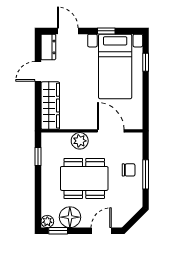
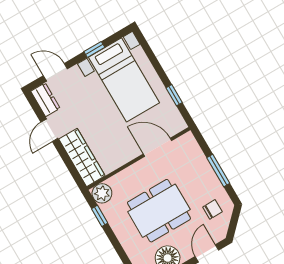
window: (146, 62) -> (174, 95), moved
plant: (80, 141) -> (102, 193), moved
chair: (129, 170) -> (212, 209), moved

